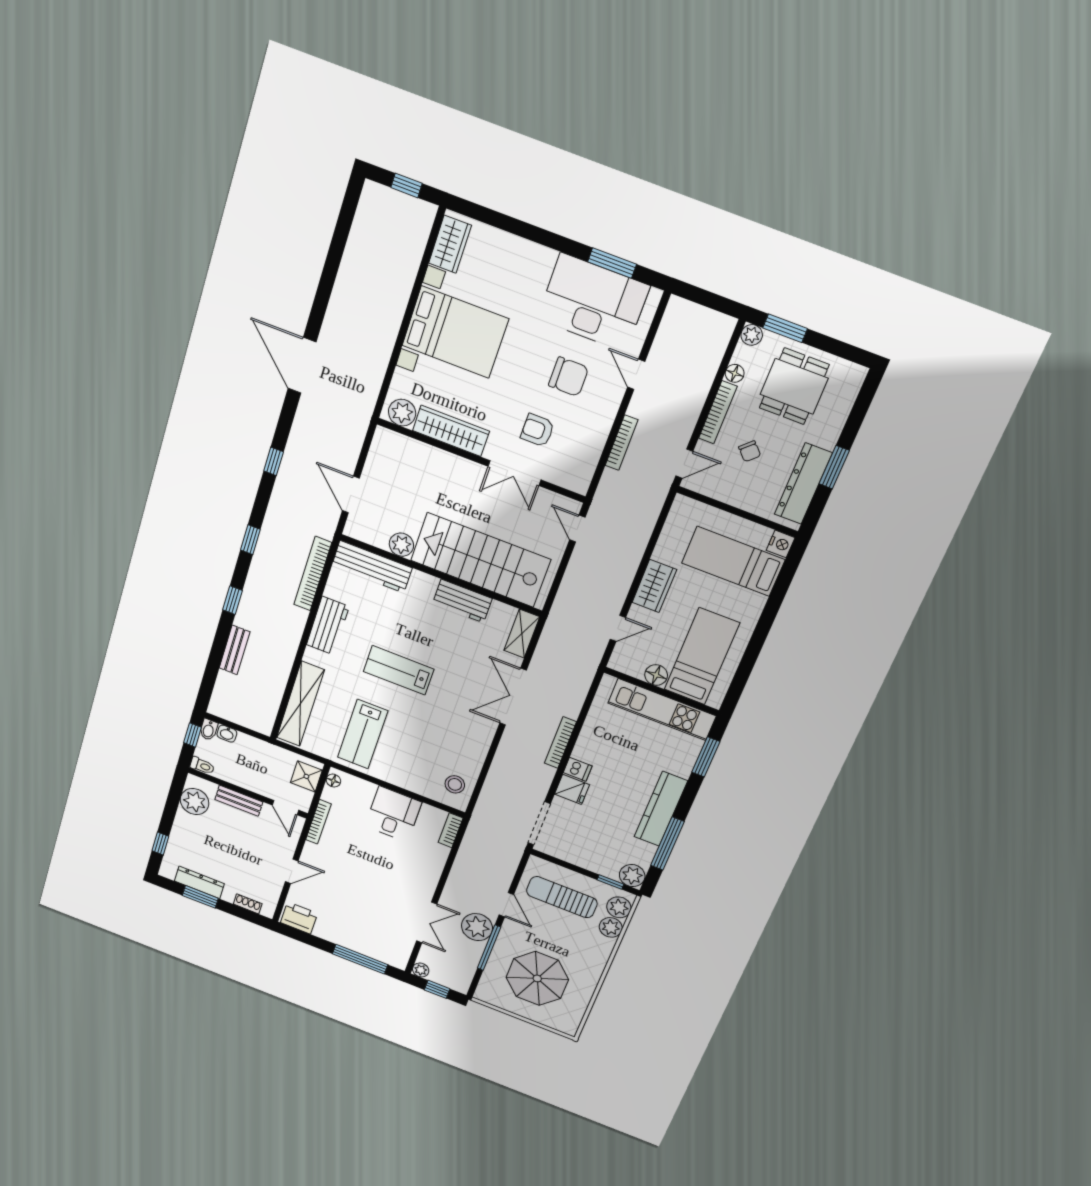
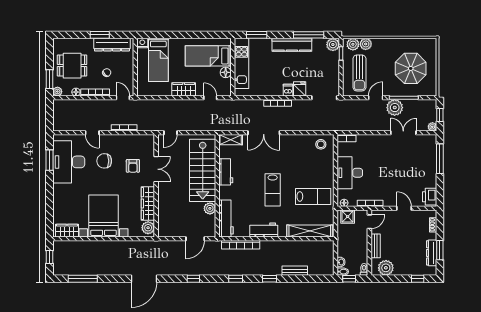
window: (339, 240) -> (83, 279), added
door: (636, 374) -> (92, 133), hinge flipped
chair: (569, 377) -> (104, 161), turned -90
desk: (393, 814) -> (350, 173), width x1.37

